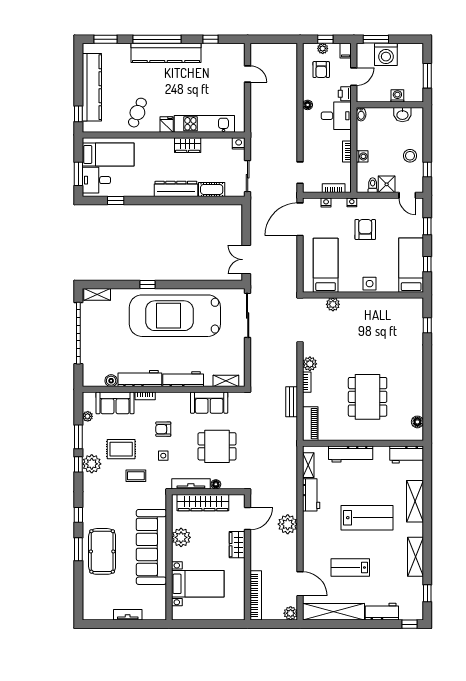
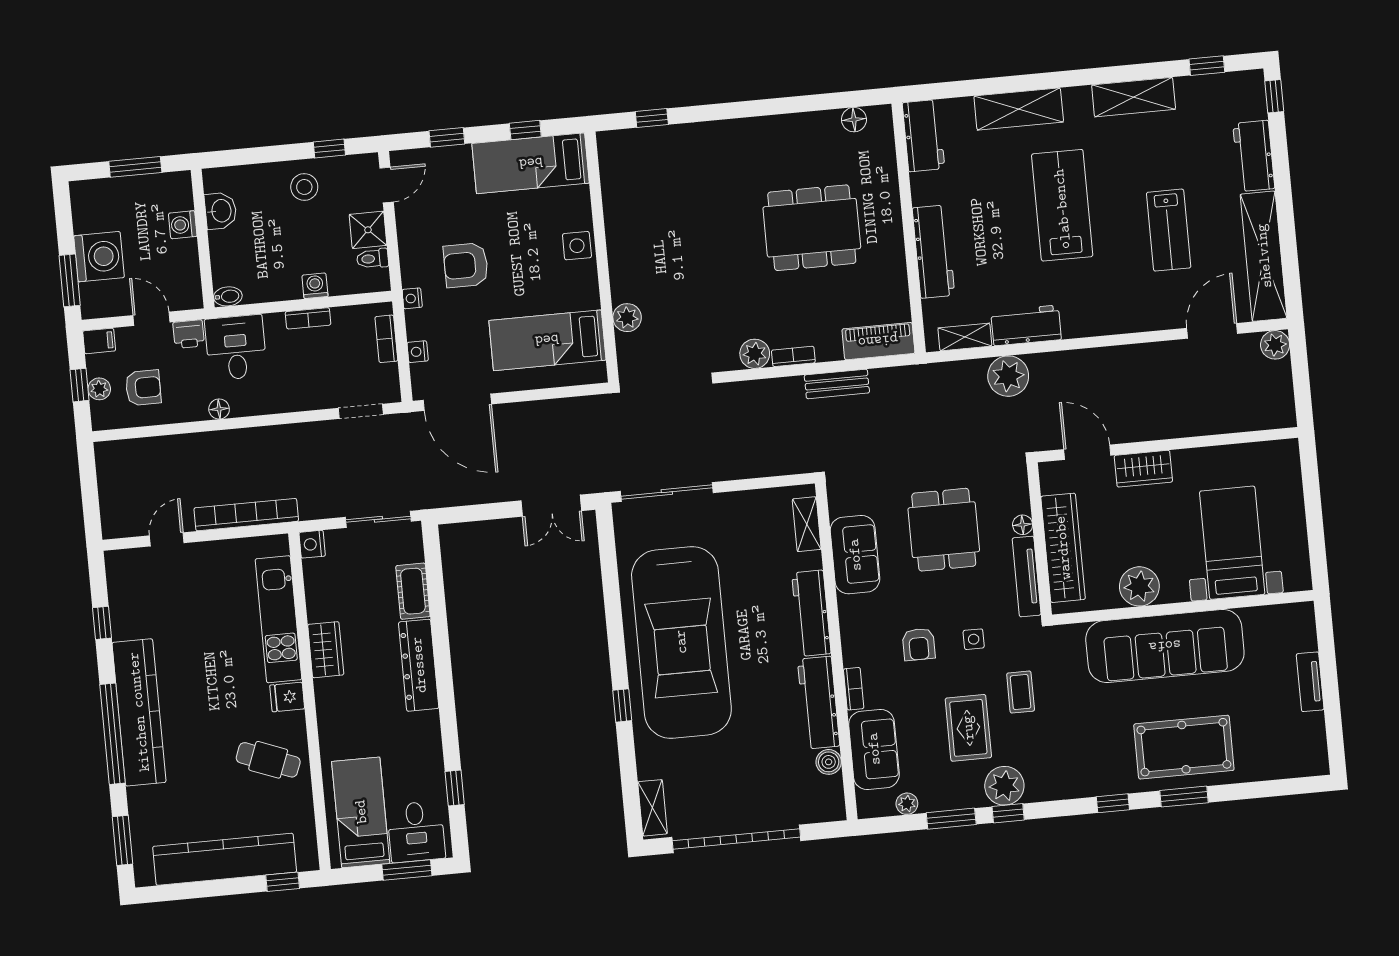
plant: (288, 524) -> (1008, 376), moved
bookcase: (256, 595) -> (246, 515), moved

